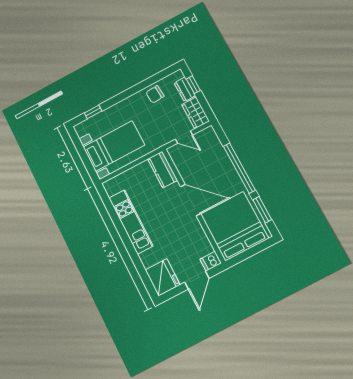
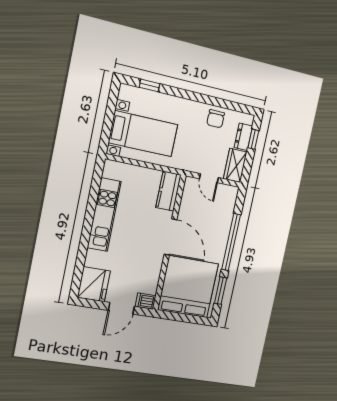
chair: (155, 94) -> (216, 119), turned -86

